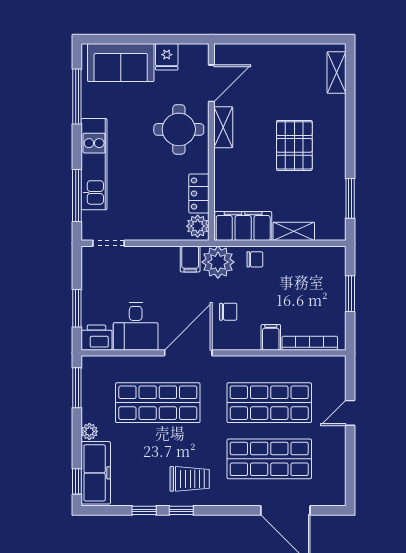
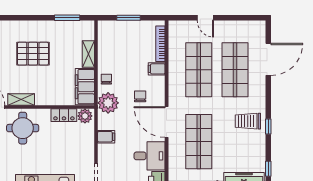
filing cabinet: (190, 259) -> (106, 137), moved
trolley: (190, 479) -> (248, 121), turned -90
window: (144, 510) -> (268, 169), moved

